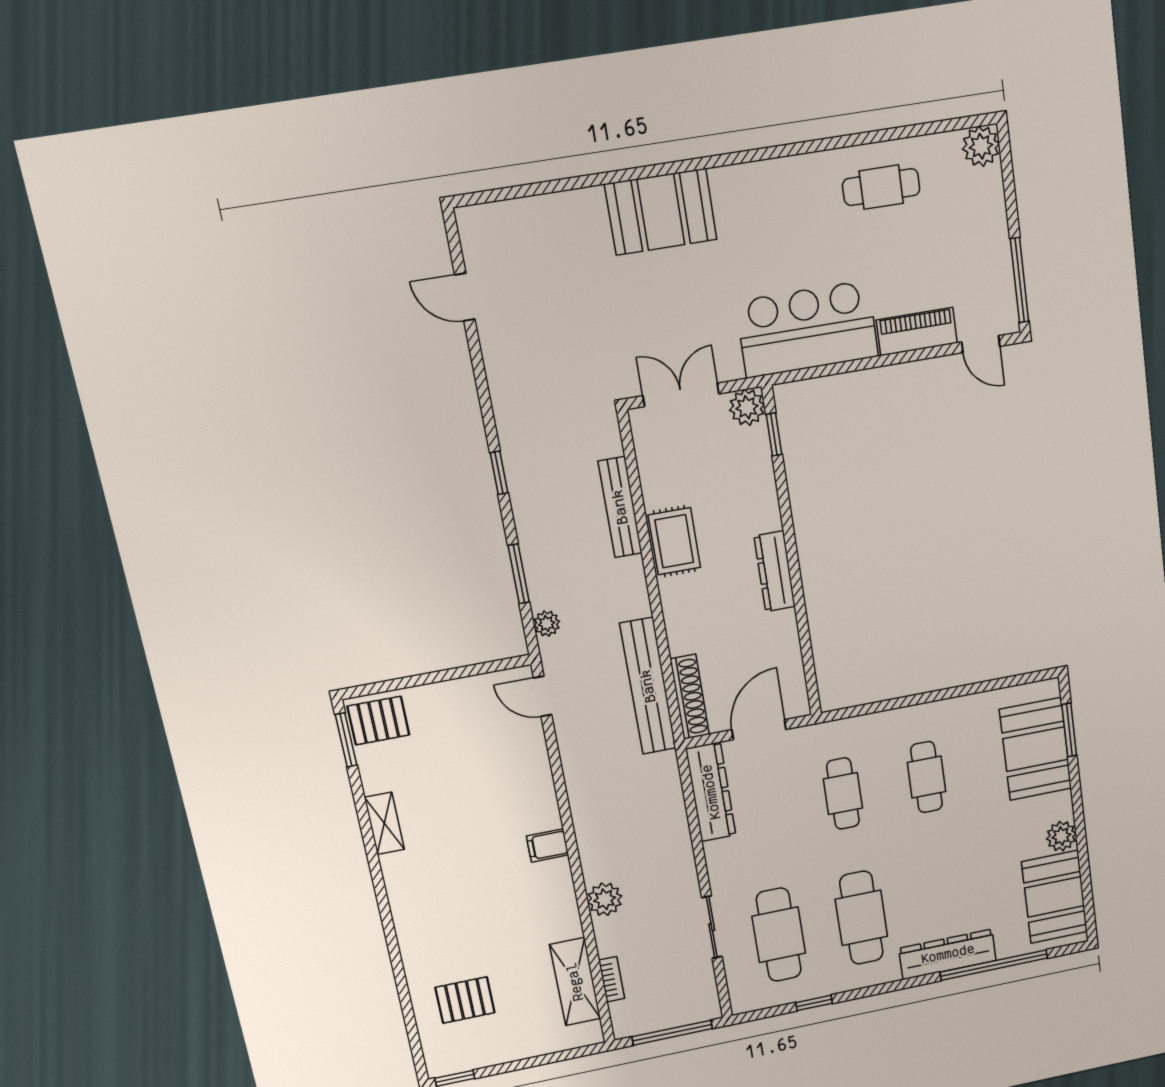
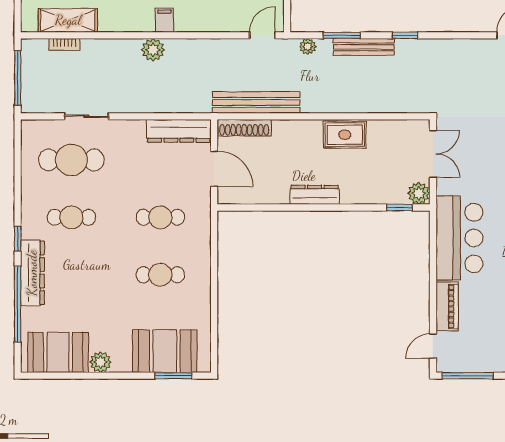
bench: (620, 507) -> (364, 47), moved
plant: (605, 899) -> (153, 50), moved
cafe table: (861, 918) -> (71, 217), width x0.73, depth x0.74
window: (814, 1003) -> (18, 239), moved

